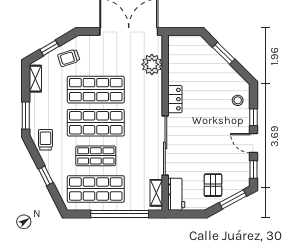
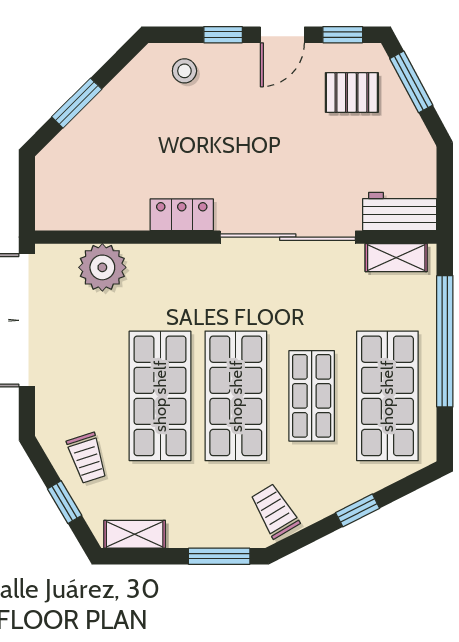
trolley: (45, 140) -> (275, 511), turned 59
pallet: (213, 185) -> (352, 93), moved

